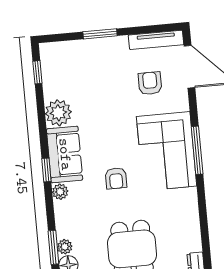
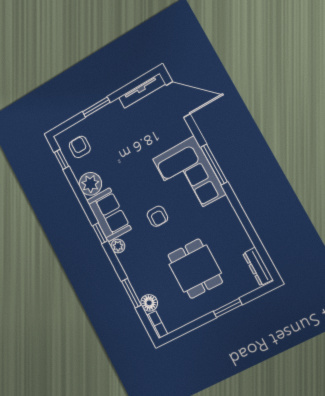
armchair: (150, 83) -> (80, 147), moved
plant: (65, 247) -> (140, 289), removed

